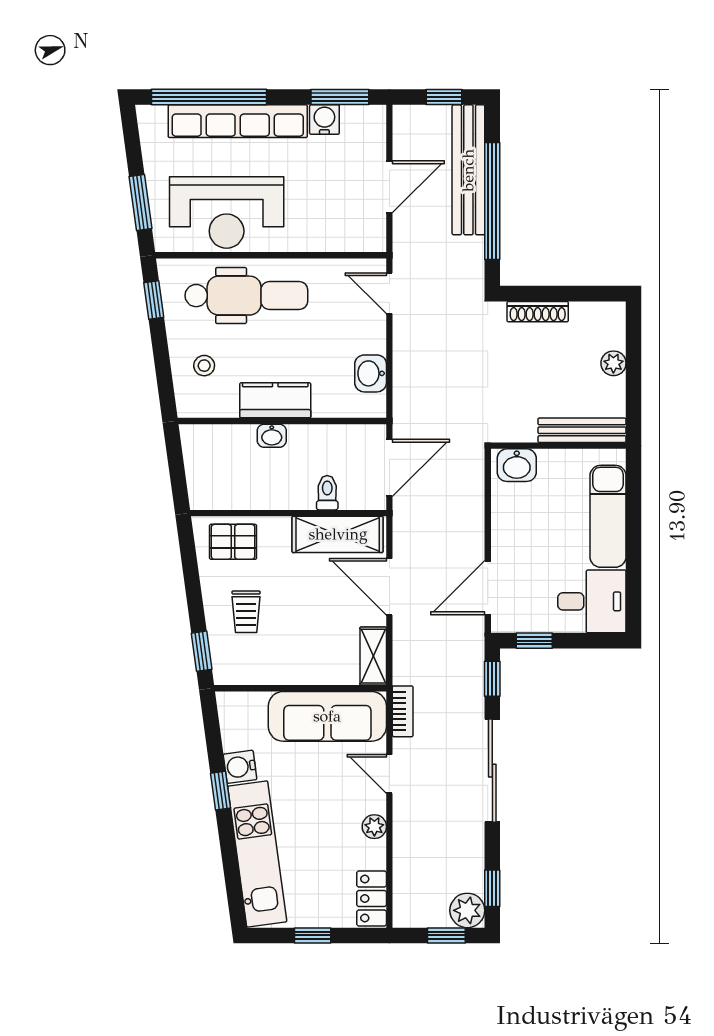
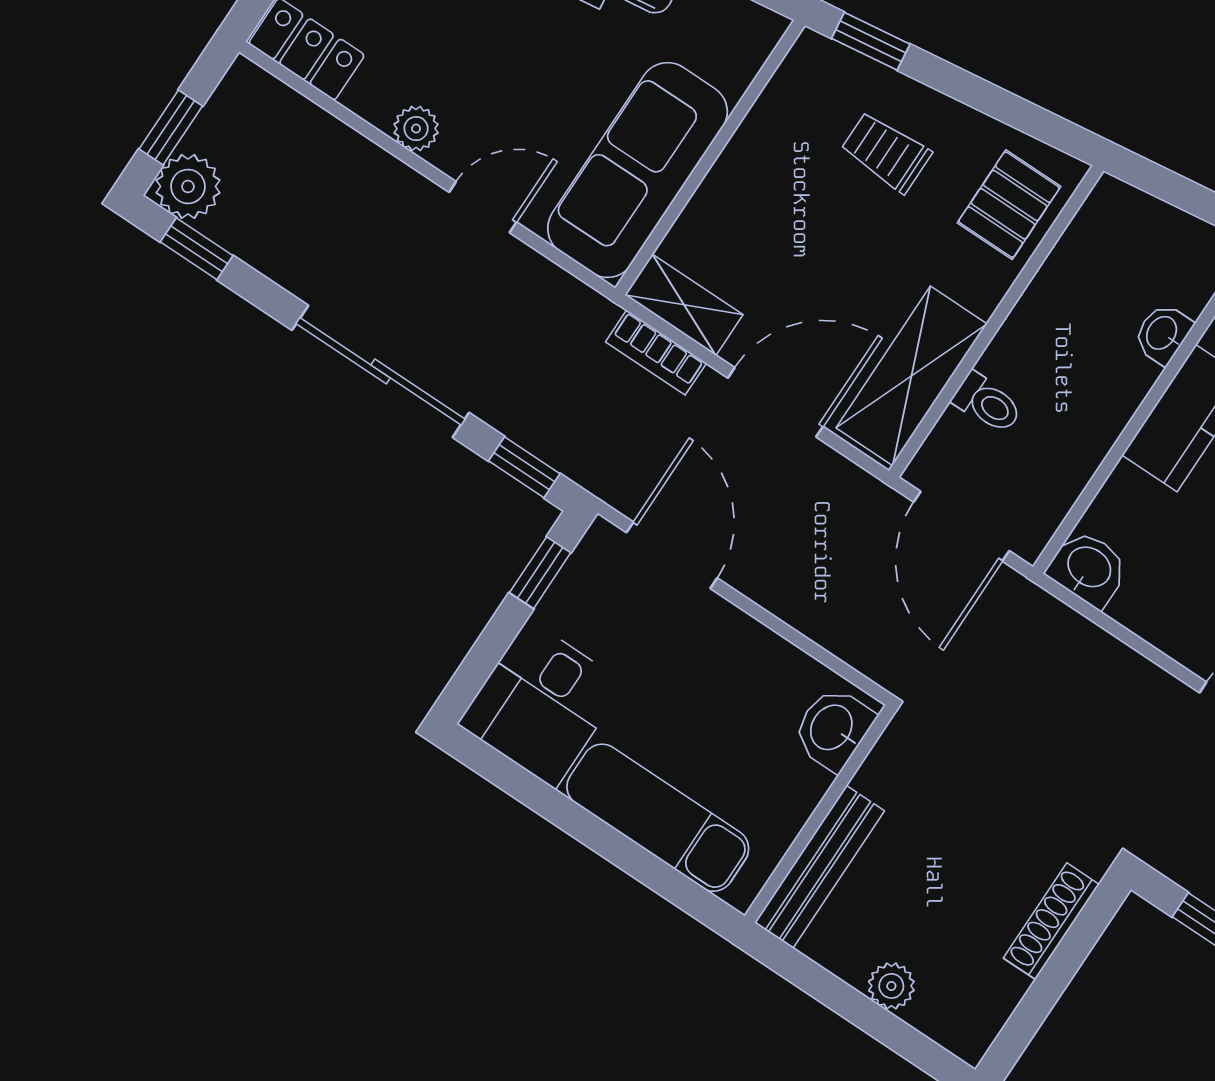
washbasin: (371, 373) -> (1088, 568), moved
washbasin: (272, 436) -> (1163, 334), moved
bookcase: (403, 711) -> (656, 353), moved

